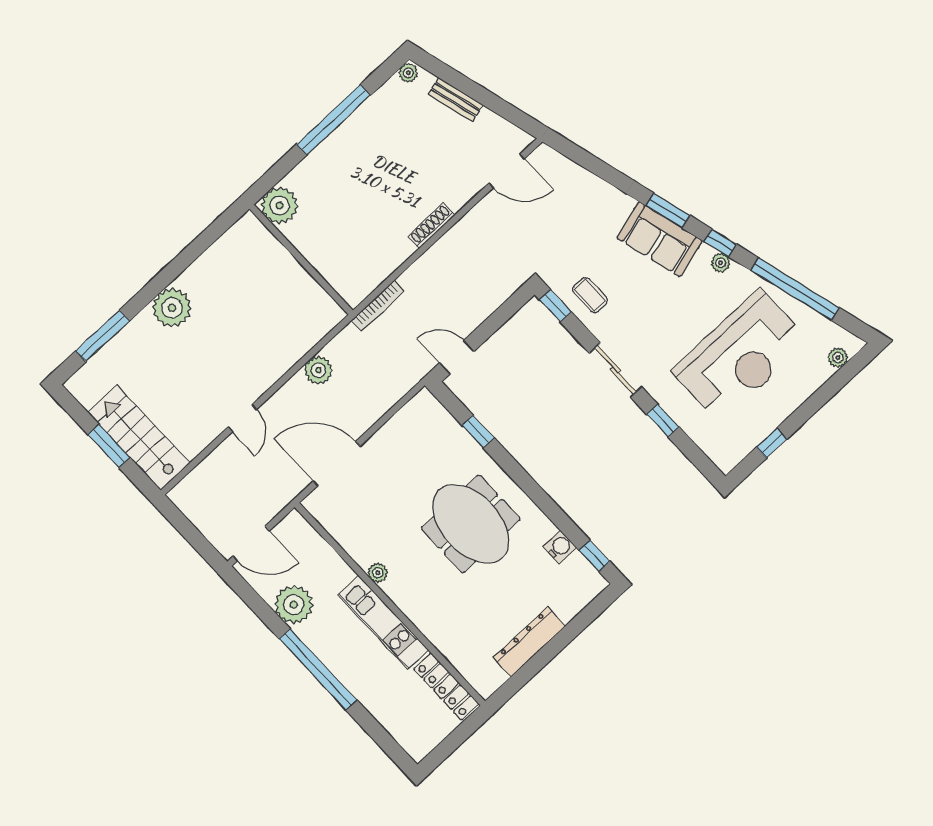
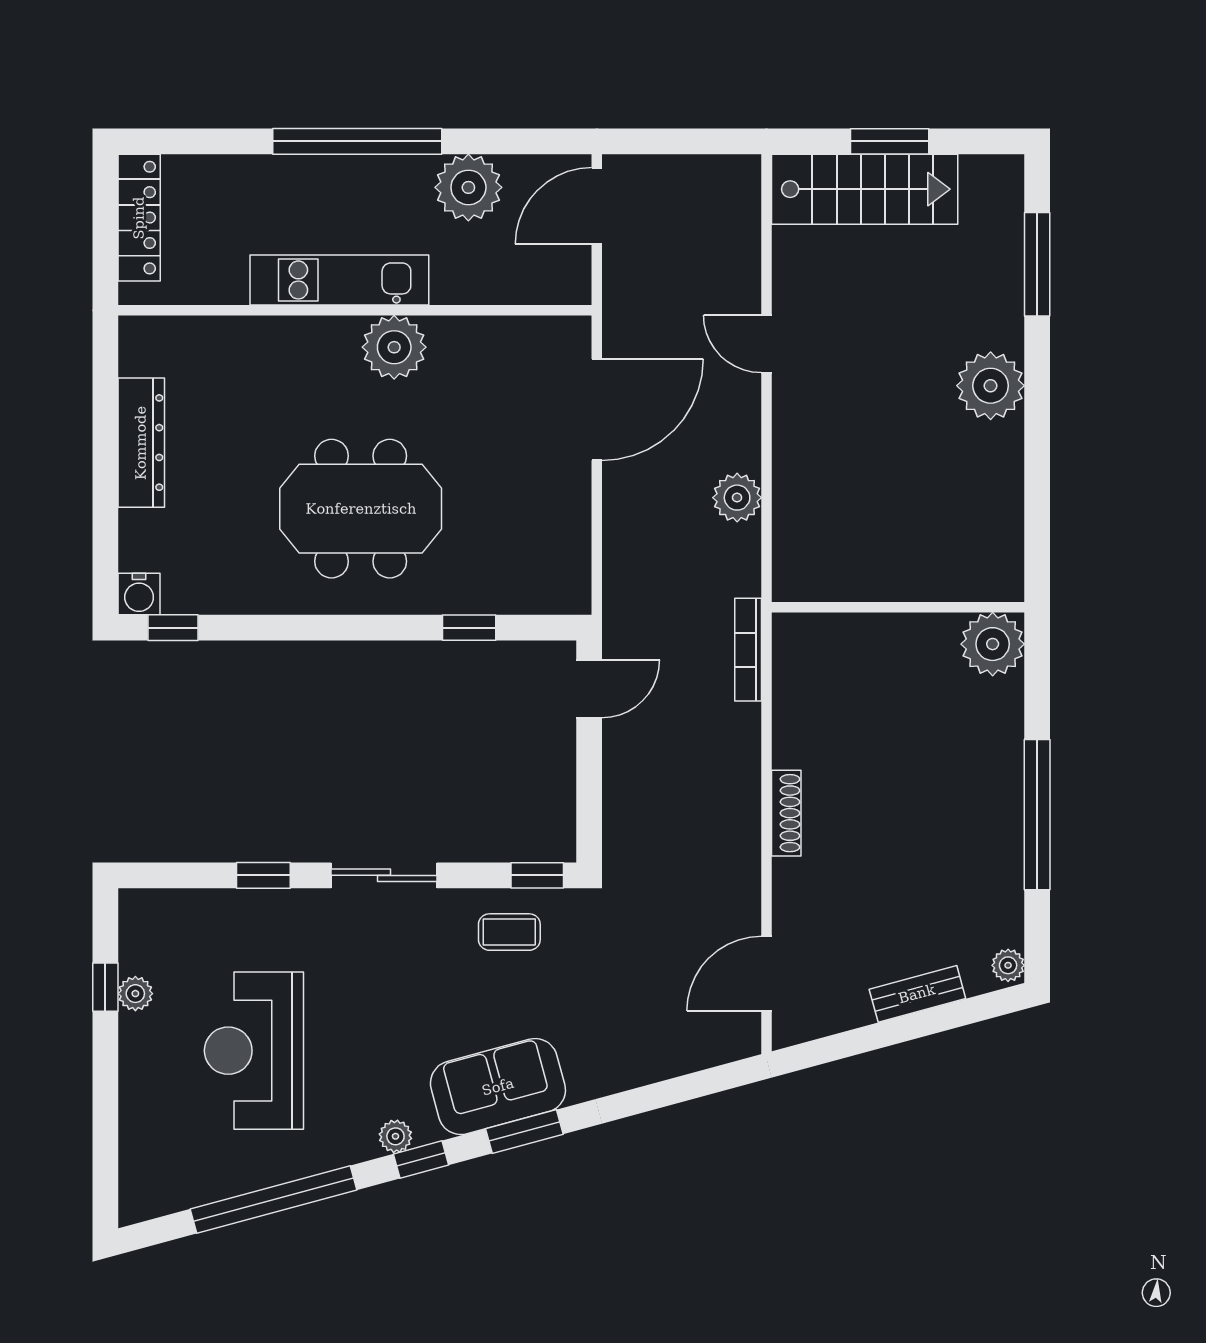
reception desk: (740, 356) -> (254, 1051), width x0.74, depth x0.77
plant: (838, 358) -> (135, 994), moved
water cooler: (560, 547) -> (139, 594), moved
plant: (378, 573) -> (394, 347), width x1.87, depth x1.87
locker: (446, 686) -> (139, 218), moved, turned 90

